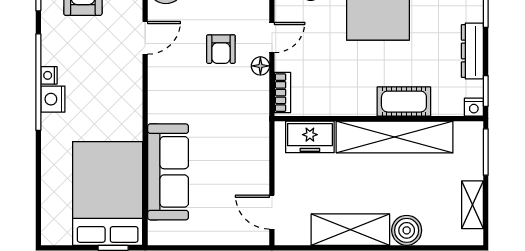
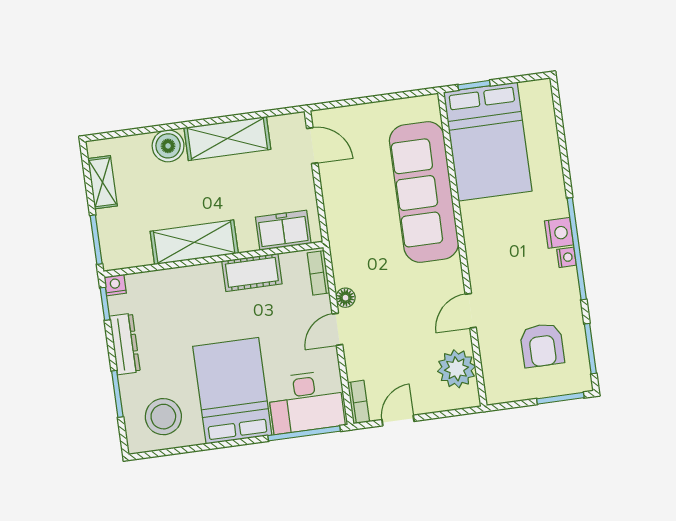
armchair: (221, 49) -> (389, 310), removed
cot: (404, 102) -> (252, 272), moved
shelving: (395, 137) -> (194, 242), width x0.68
sofa: (168, 172) -> (424, 192), width x1.36, depth x1.27

